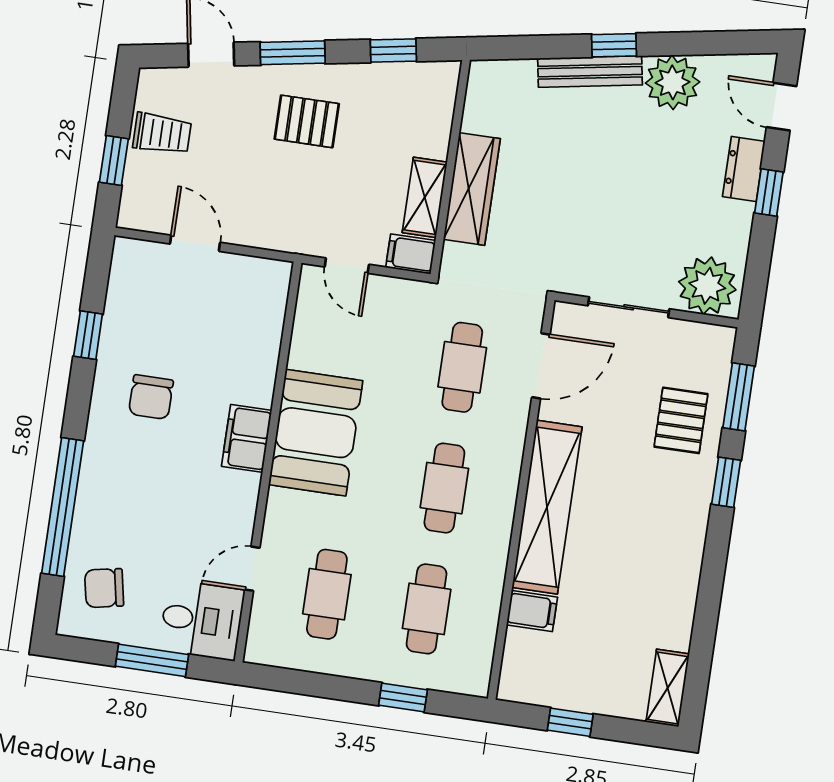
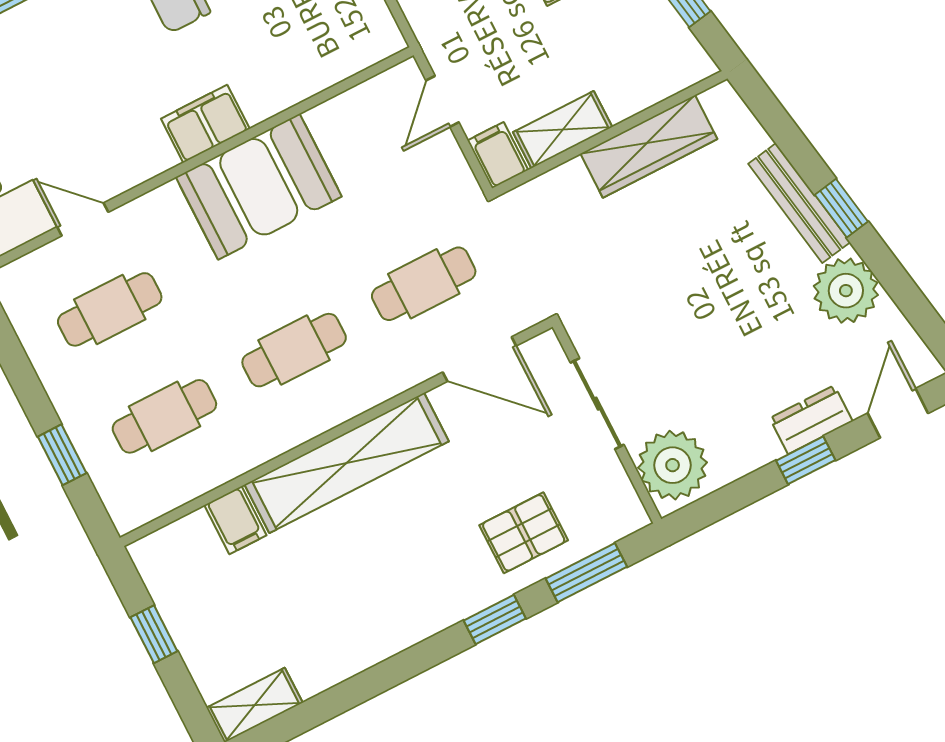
wardrobe: (472, 189) -> (649, 146), moved

